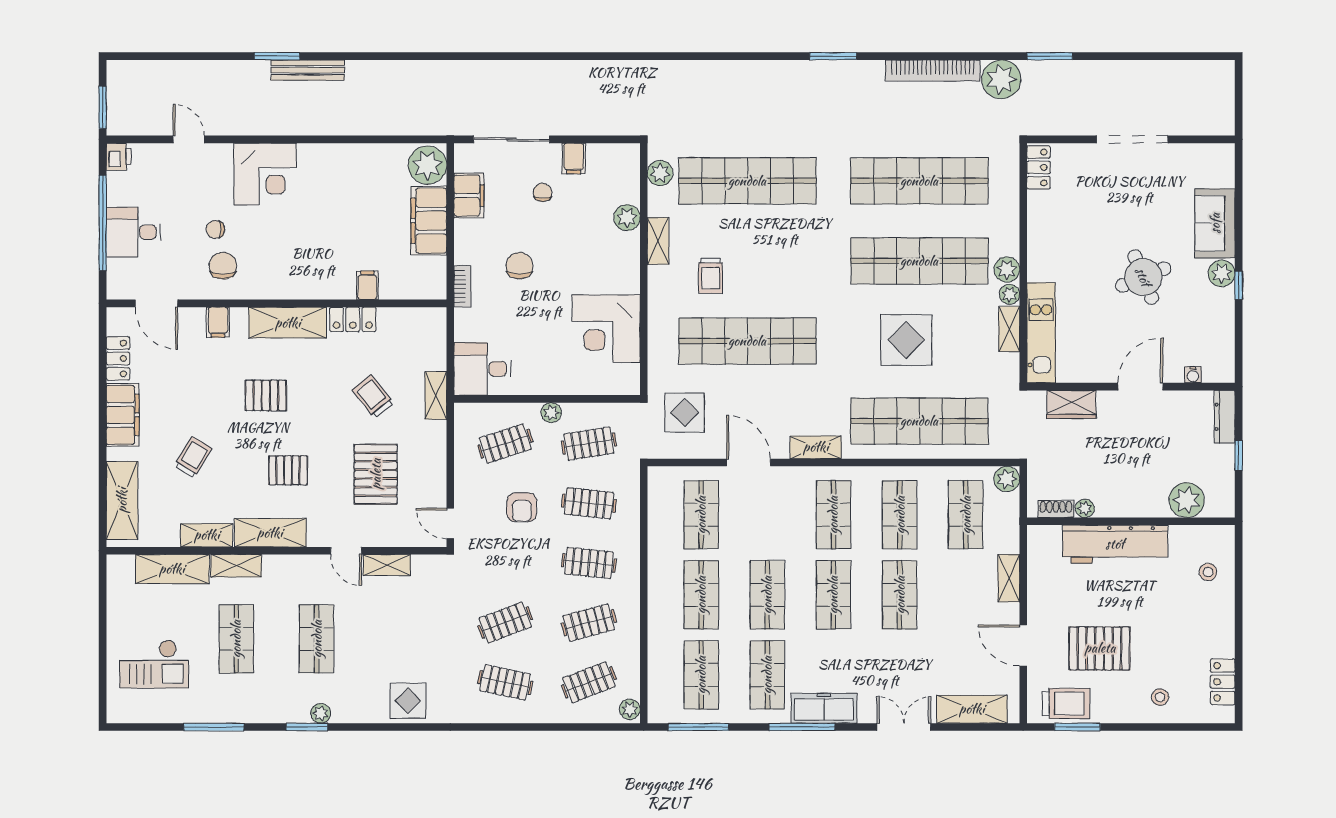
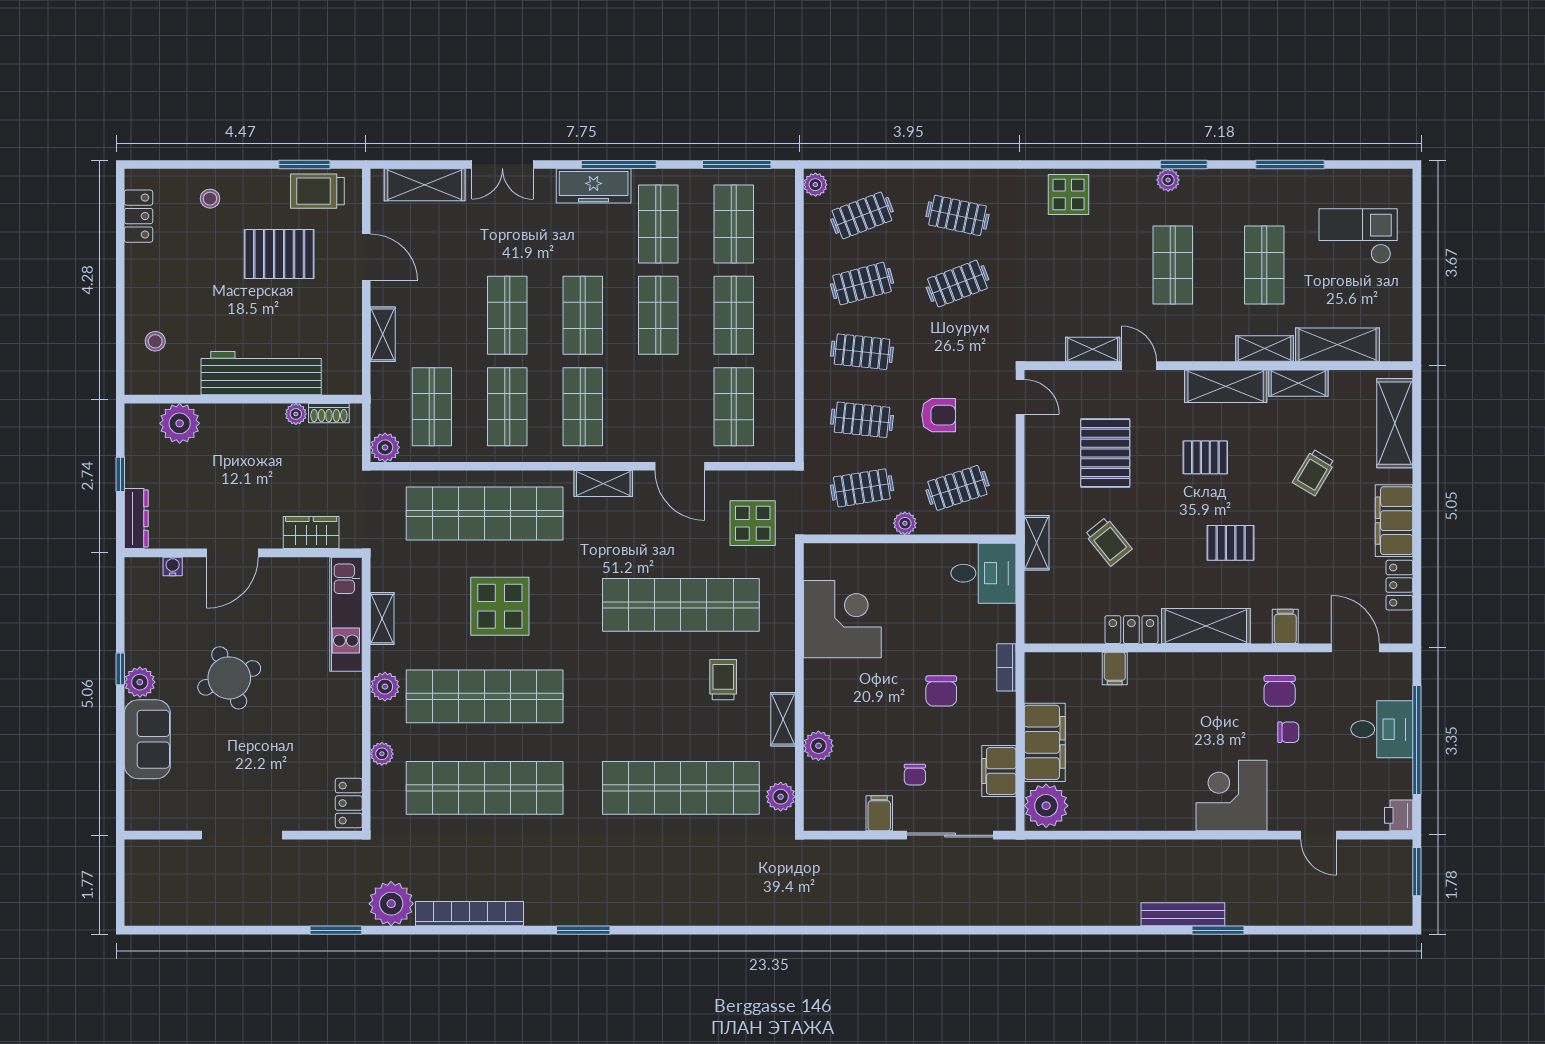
plant: (1009, 294) -> (382, 754), moved
armchair: (522, 507) -> (939, 415), turned 90

